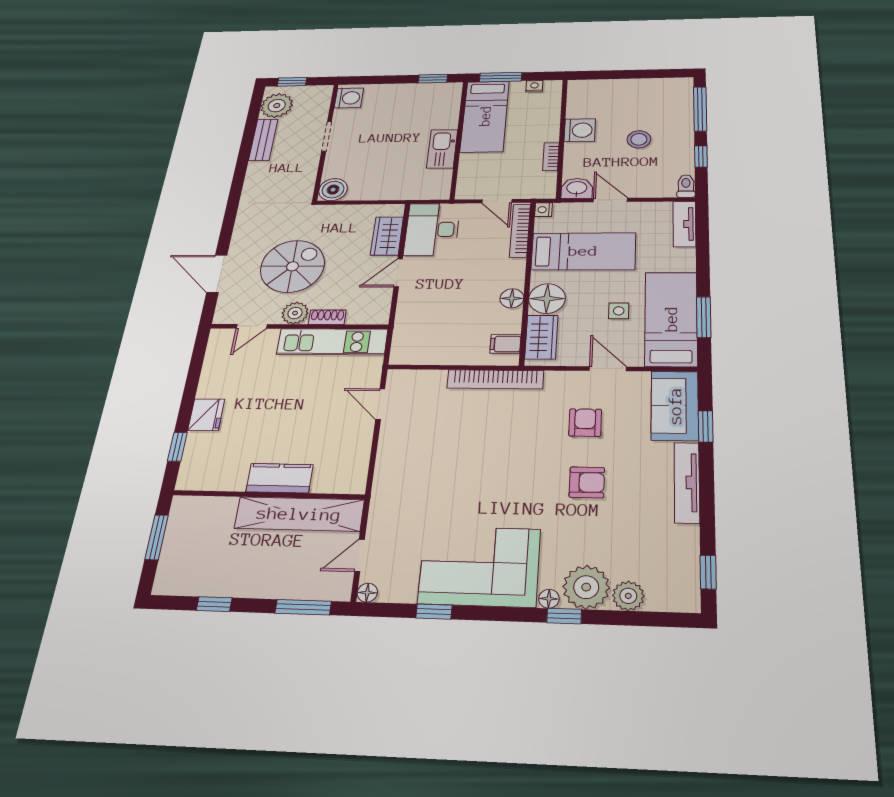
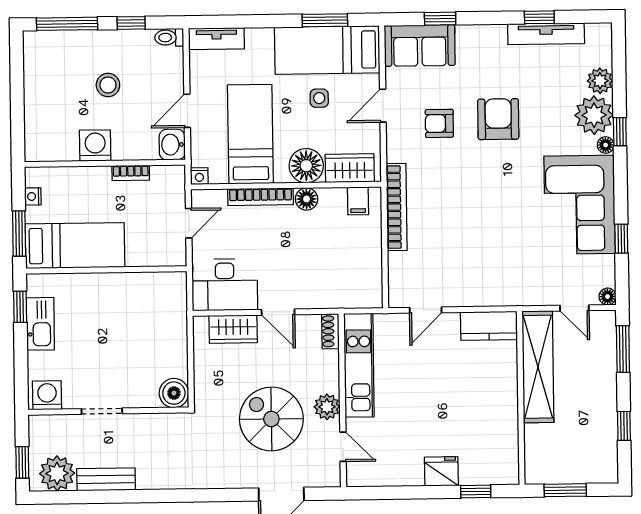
kitchen sink: (442, 149) -> (40, 324), moved, turned -90
bookcase: (520, 231) -> (261, 197), moved
shoe rack: (327, 317) -> (330, 331), moved
kitchen counter: (280, 478) -> (489, 326), moved, turned -90
armchair: (587, 482) -> (498, 119), width x1.38, depth x1.38
tv unit: (687, 482) -> (546, 34), moved
window: (708, 572) -> (539, 17), moved

